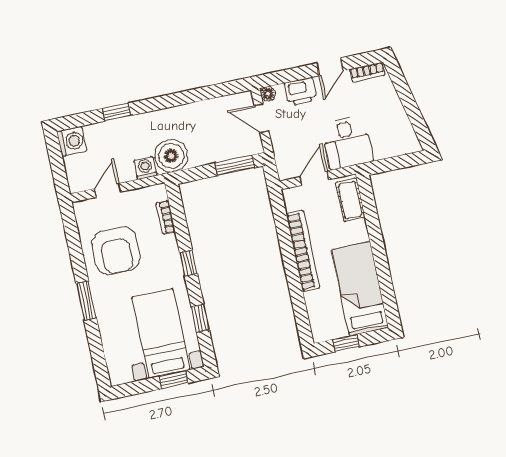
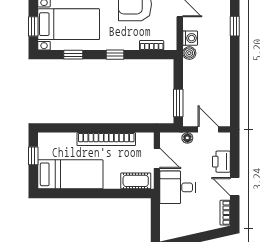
floor lamp: (268, 94) -> (187, 138), moved
door: (261, 118) -> (208, 129), hinge flipped
boiler: (171, 156) -> (189, 53), width x0.54, depth x0.54

